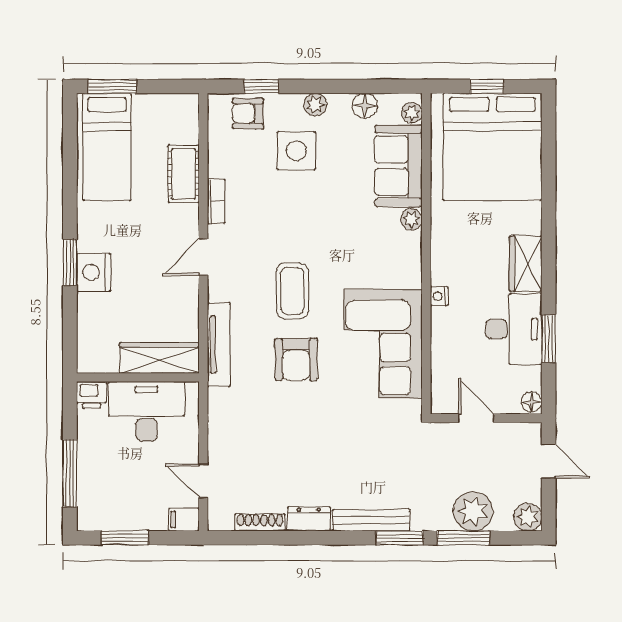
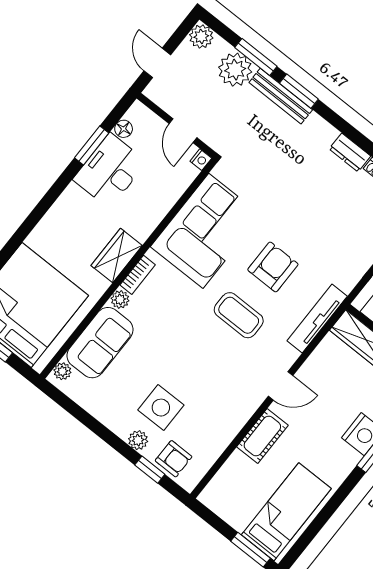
plant: (315, 105) -> (138, 440), moved
floor lamp: (365, 106) -> (90, 401), removed
cot: (184, 174) -> (262, 436), moved
bookcase: (216, 201) -> (138, 275), moved, turned 180
wardrobe: (526, 263) -> (117, 256), moved, turned 180
coffee table: (292, 291) -> (239, 315), turned 90
nightstand: (439, 296) -> (201, 160), moved
floor lamp: (532, 402) -> (124, 129), moved
bench: (371, 520) -> (281, 96), moved

